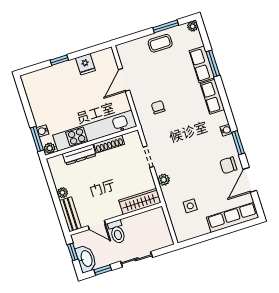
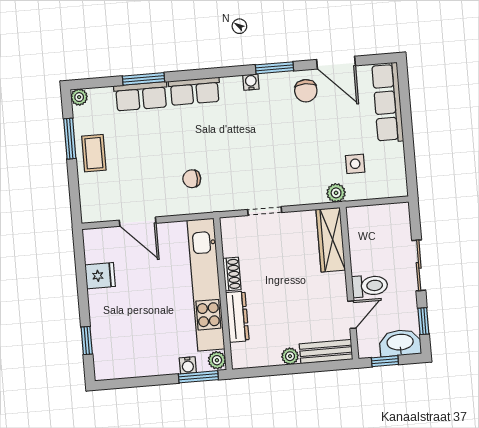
window: (59, 60) -> (87, 341), moved
shoe rack: (109, 144) -> (232, 274), width x0.70
plant: (164, 180) -> (336, 193), moved

